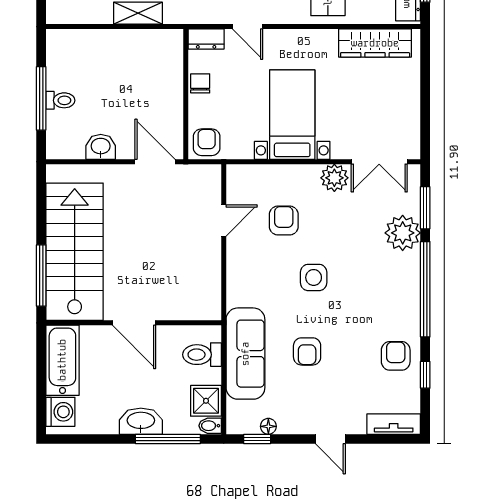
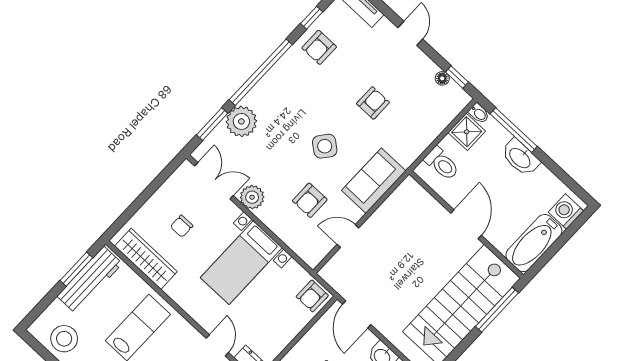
chair: (200, 83) -> (182, 226), moved
side table: (314, 277) -> (325, 146), turned 38
sofa: (245, 354) -> (374, 181), moved, width x0.73

